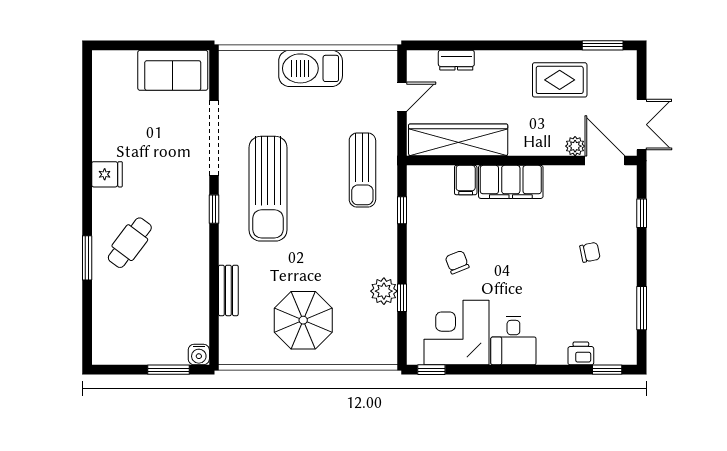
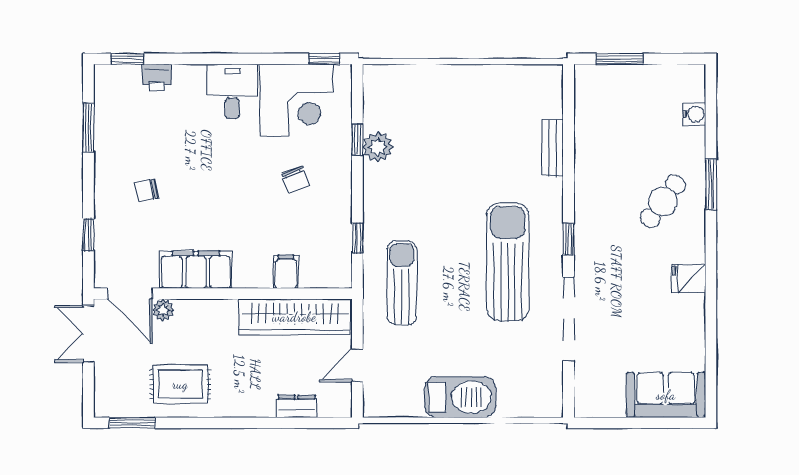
sofa: (173, 70) -> (666, 395), moved
filing cabinet: (511, 182) -> (196, 270), moved
parasol: (303, 320) -> (468, 114), removed
water cooler: (199, 355) -> (694, 114), moved, turned 90

